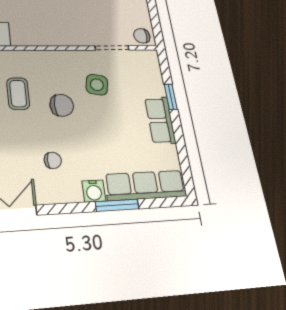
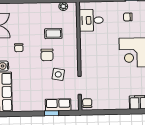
row of seats: (160, 120) -> (58, 105), moved

